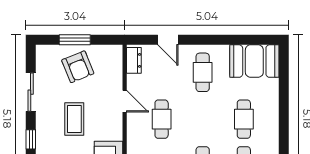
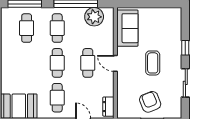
door: (125, 101) -> (115, 63), moved
cafe table: (244, 119) -> (57, 63), moved

